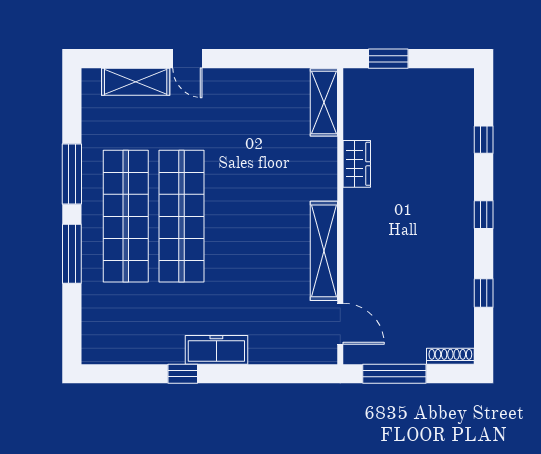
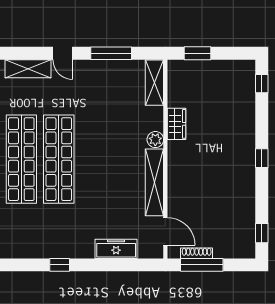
window: (259, 59) -> (111, 53), added
window: (484, 140) -> (262, 84), moved
plant: (325, 187) -> (155, 140), added
window: (484, 293) -> (262, 233), moved
freezer: (216, 350) -> (116, 249), moved
shoe rack: (450, 356) -> (197, 253), moved

